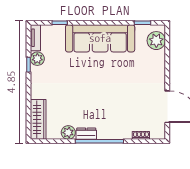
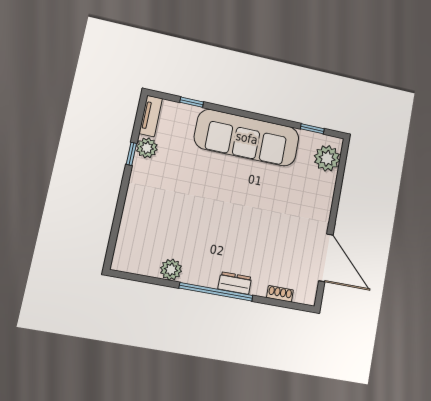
wardrobe: (38, 119) -> (128, 241), removed
dresser: (86, 134) -> (235, 283), moved

